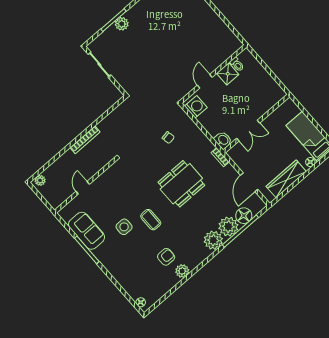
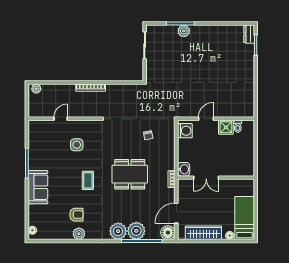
floor lamp: (244, 216) -> (168, 233), moved
side table: (124, 227) -> (77, 145), moved
sofa: (87, 231) -> (38, 187), moved

